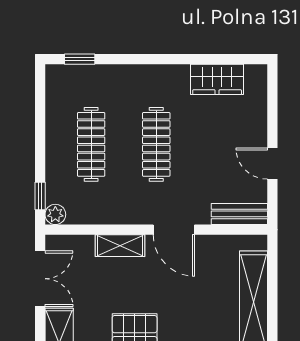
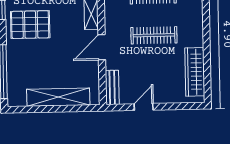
wardrobe: (217, 79) -> (195, 72), width x1.50

